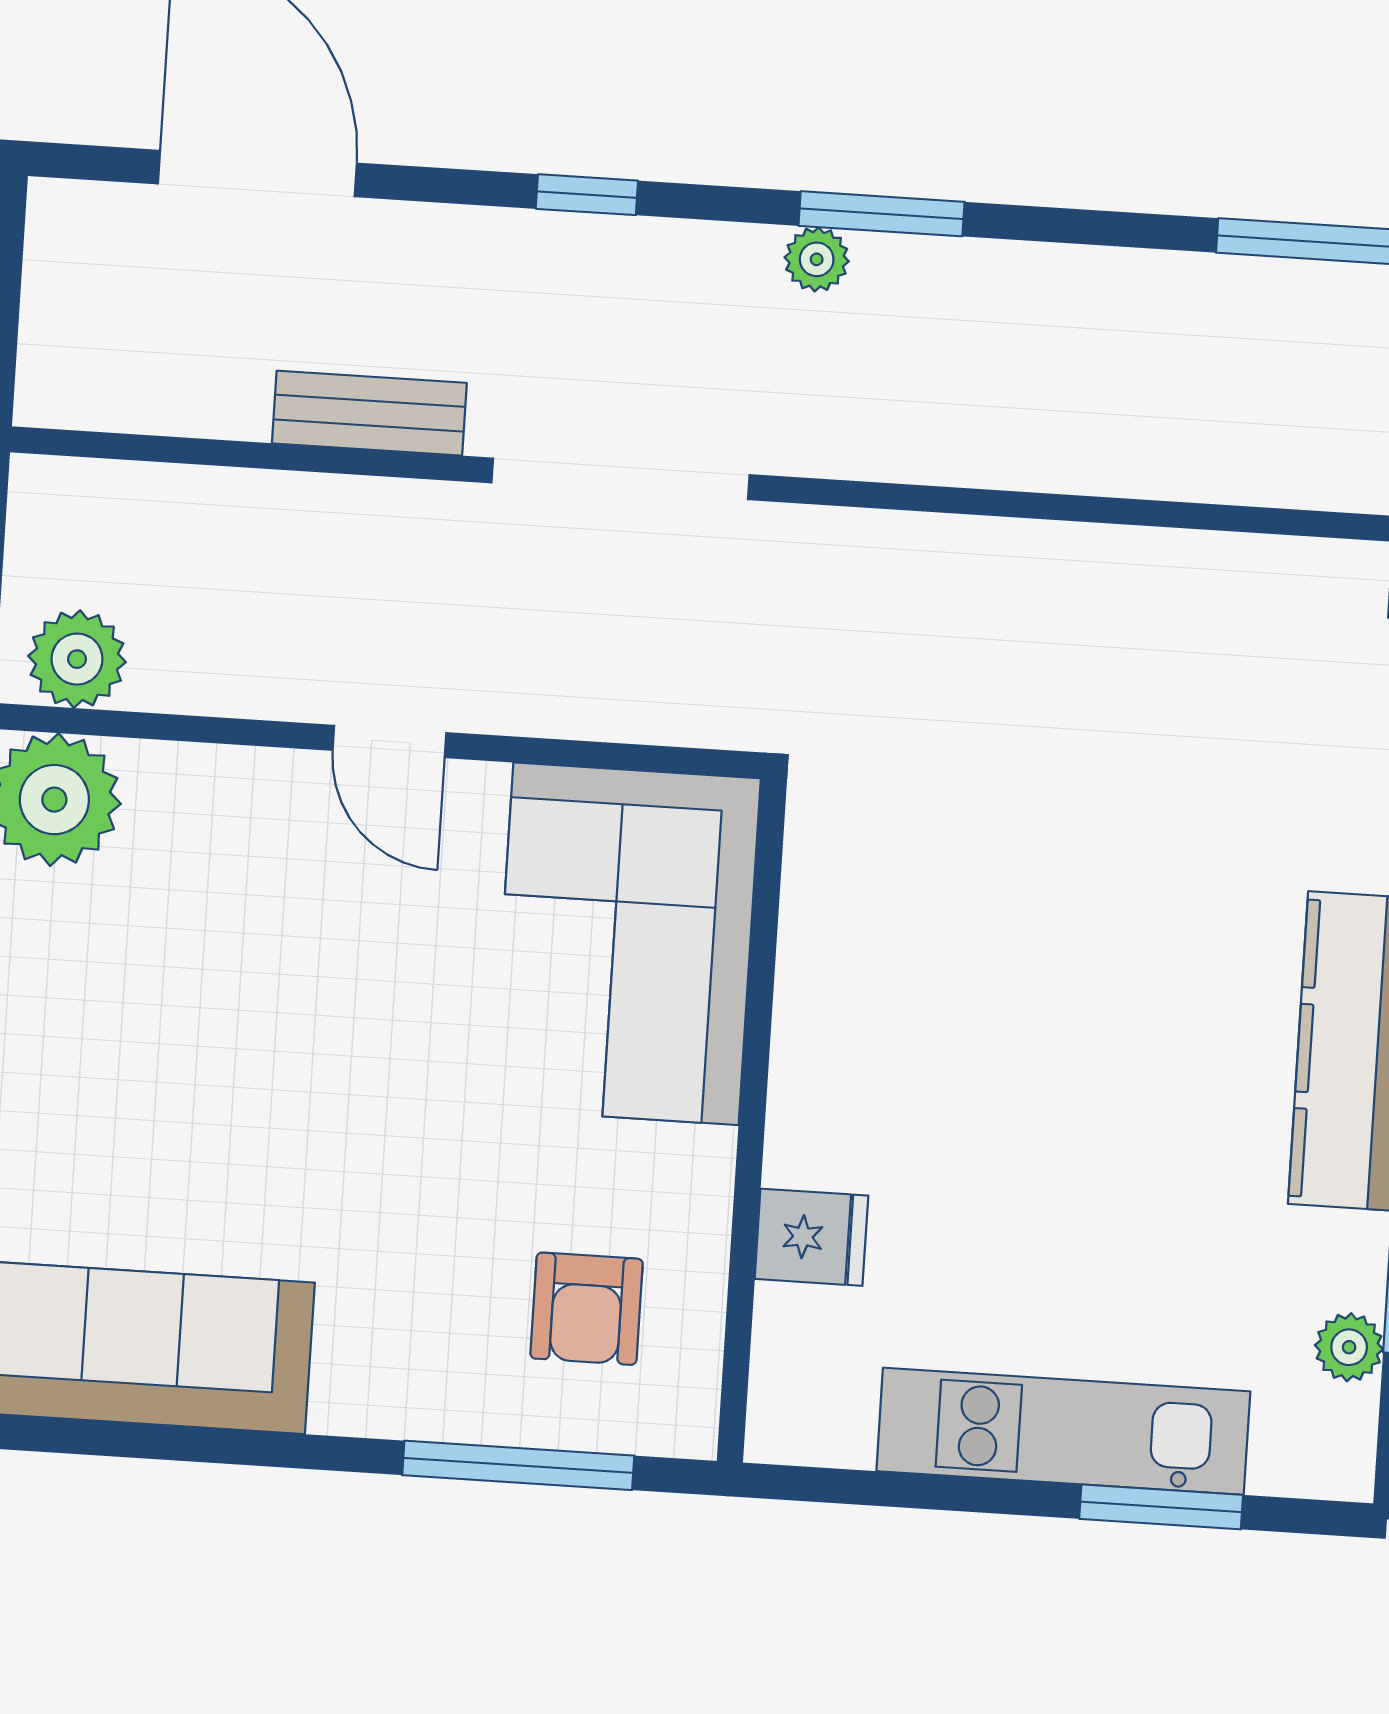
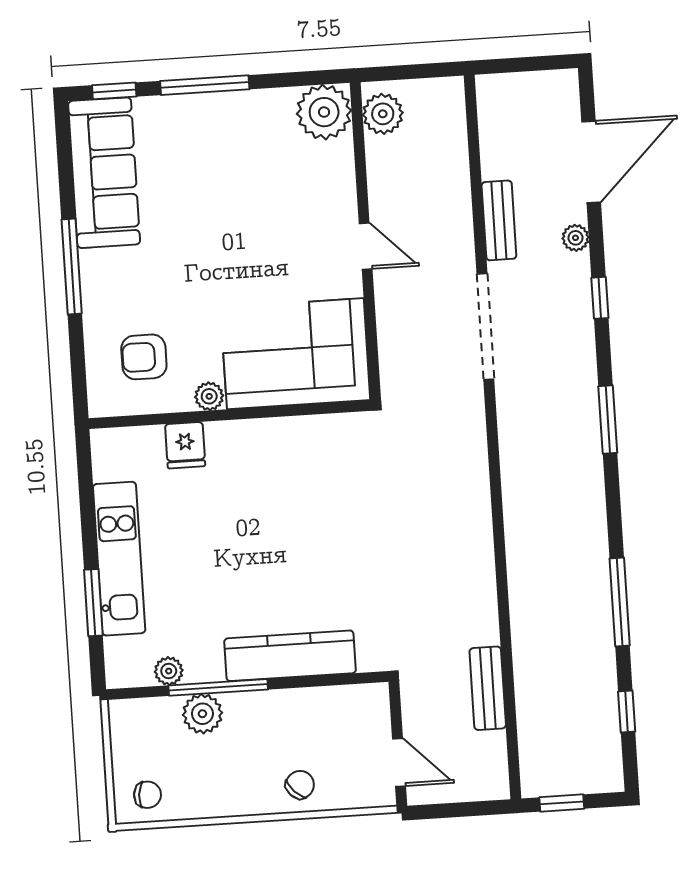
plant: (817, 259) -> (575, 238), moved
door: (389, 741) -> (366, 246), swing flipped
plant: (702, 1164) -> (209, 396), added
window: (518, 1465) -> (72, 267), moved

